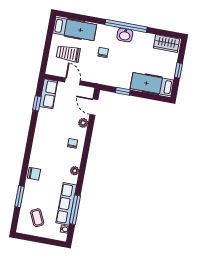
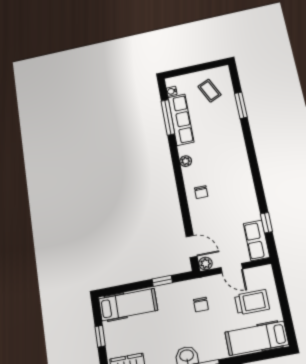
chair: (103, 52) -> (201, 304), moved
plant: (83, 123) -> (205, 263), moved
chair: (34, 174) -> (234, 138), removed

